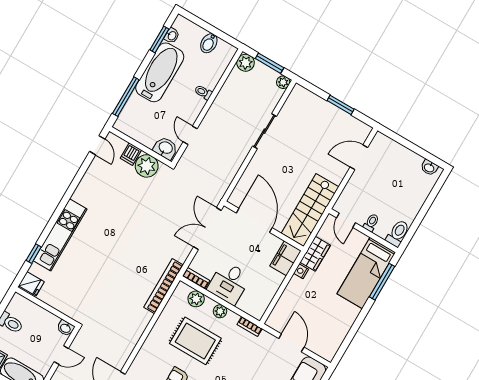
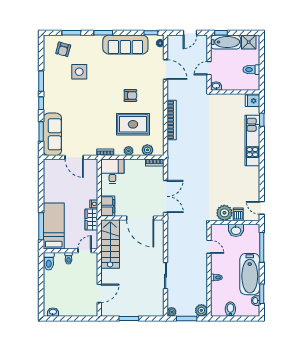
washbasin: (165, 148) -> (236, 230), moved
door: (346, 220) -> (85, 251), hinge flipped
desk: (229, 283) -> (112, 171), moved
bookcase: (163, 286) -> (172, 120), moved

